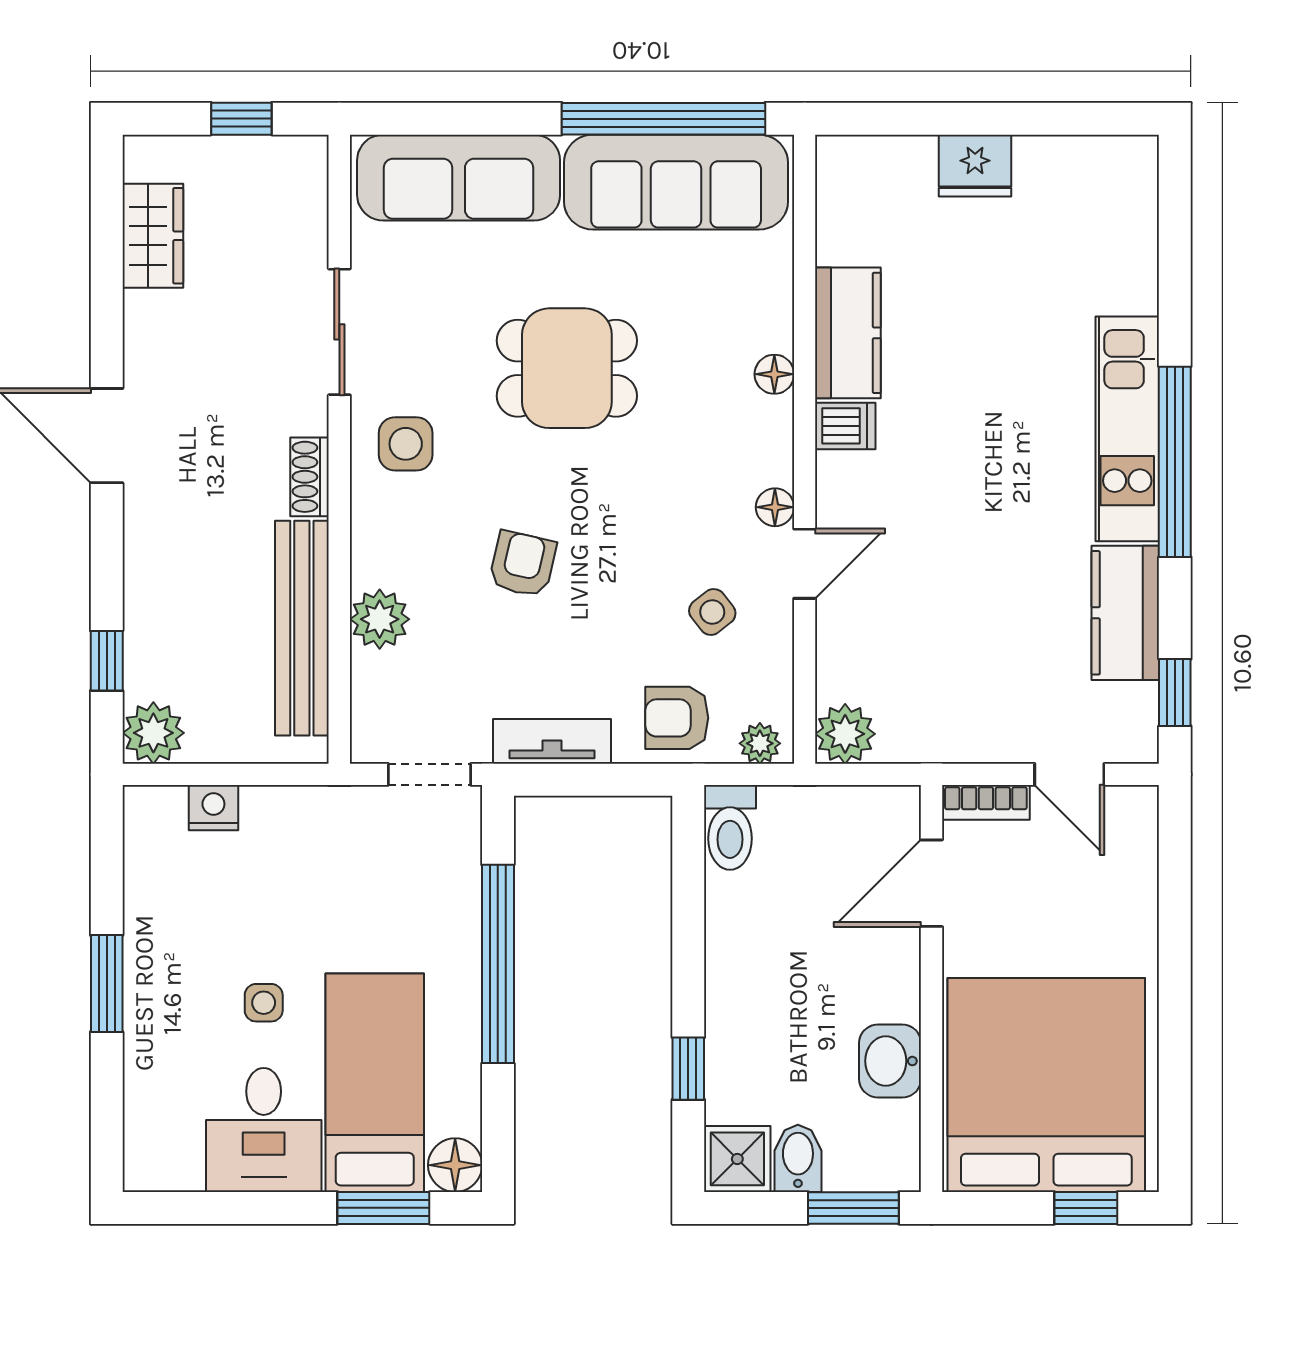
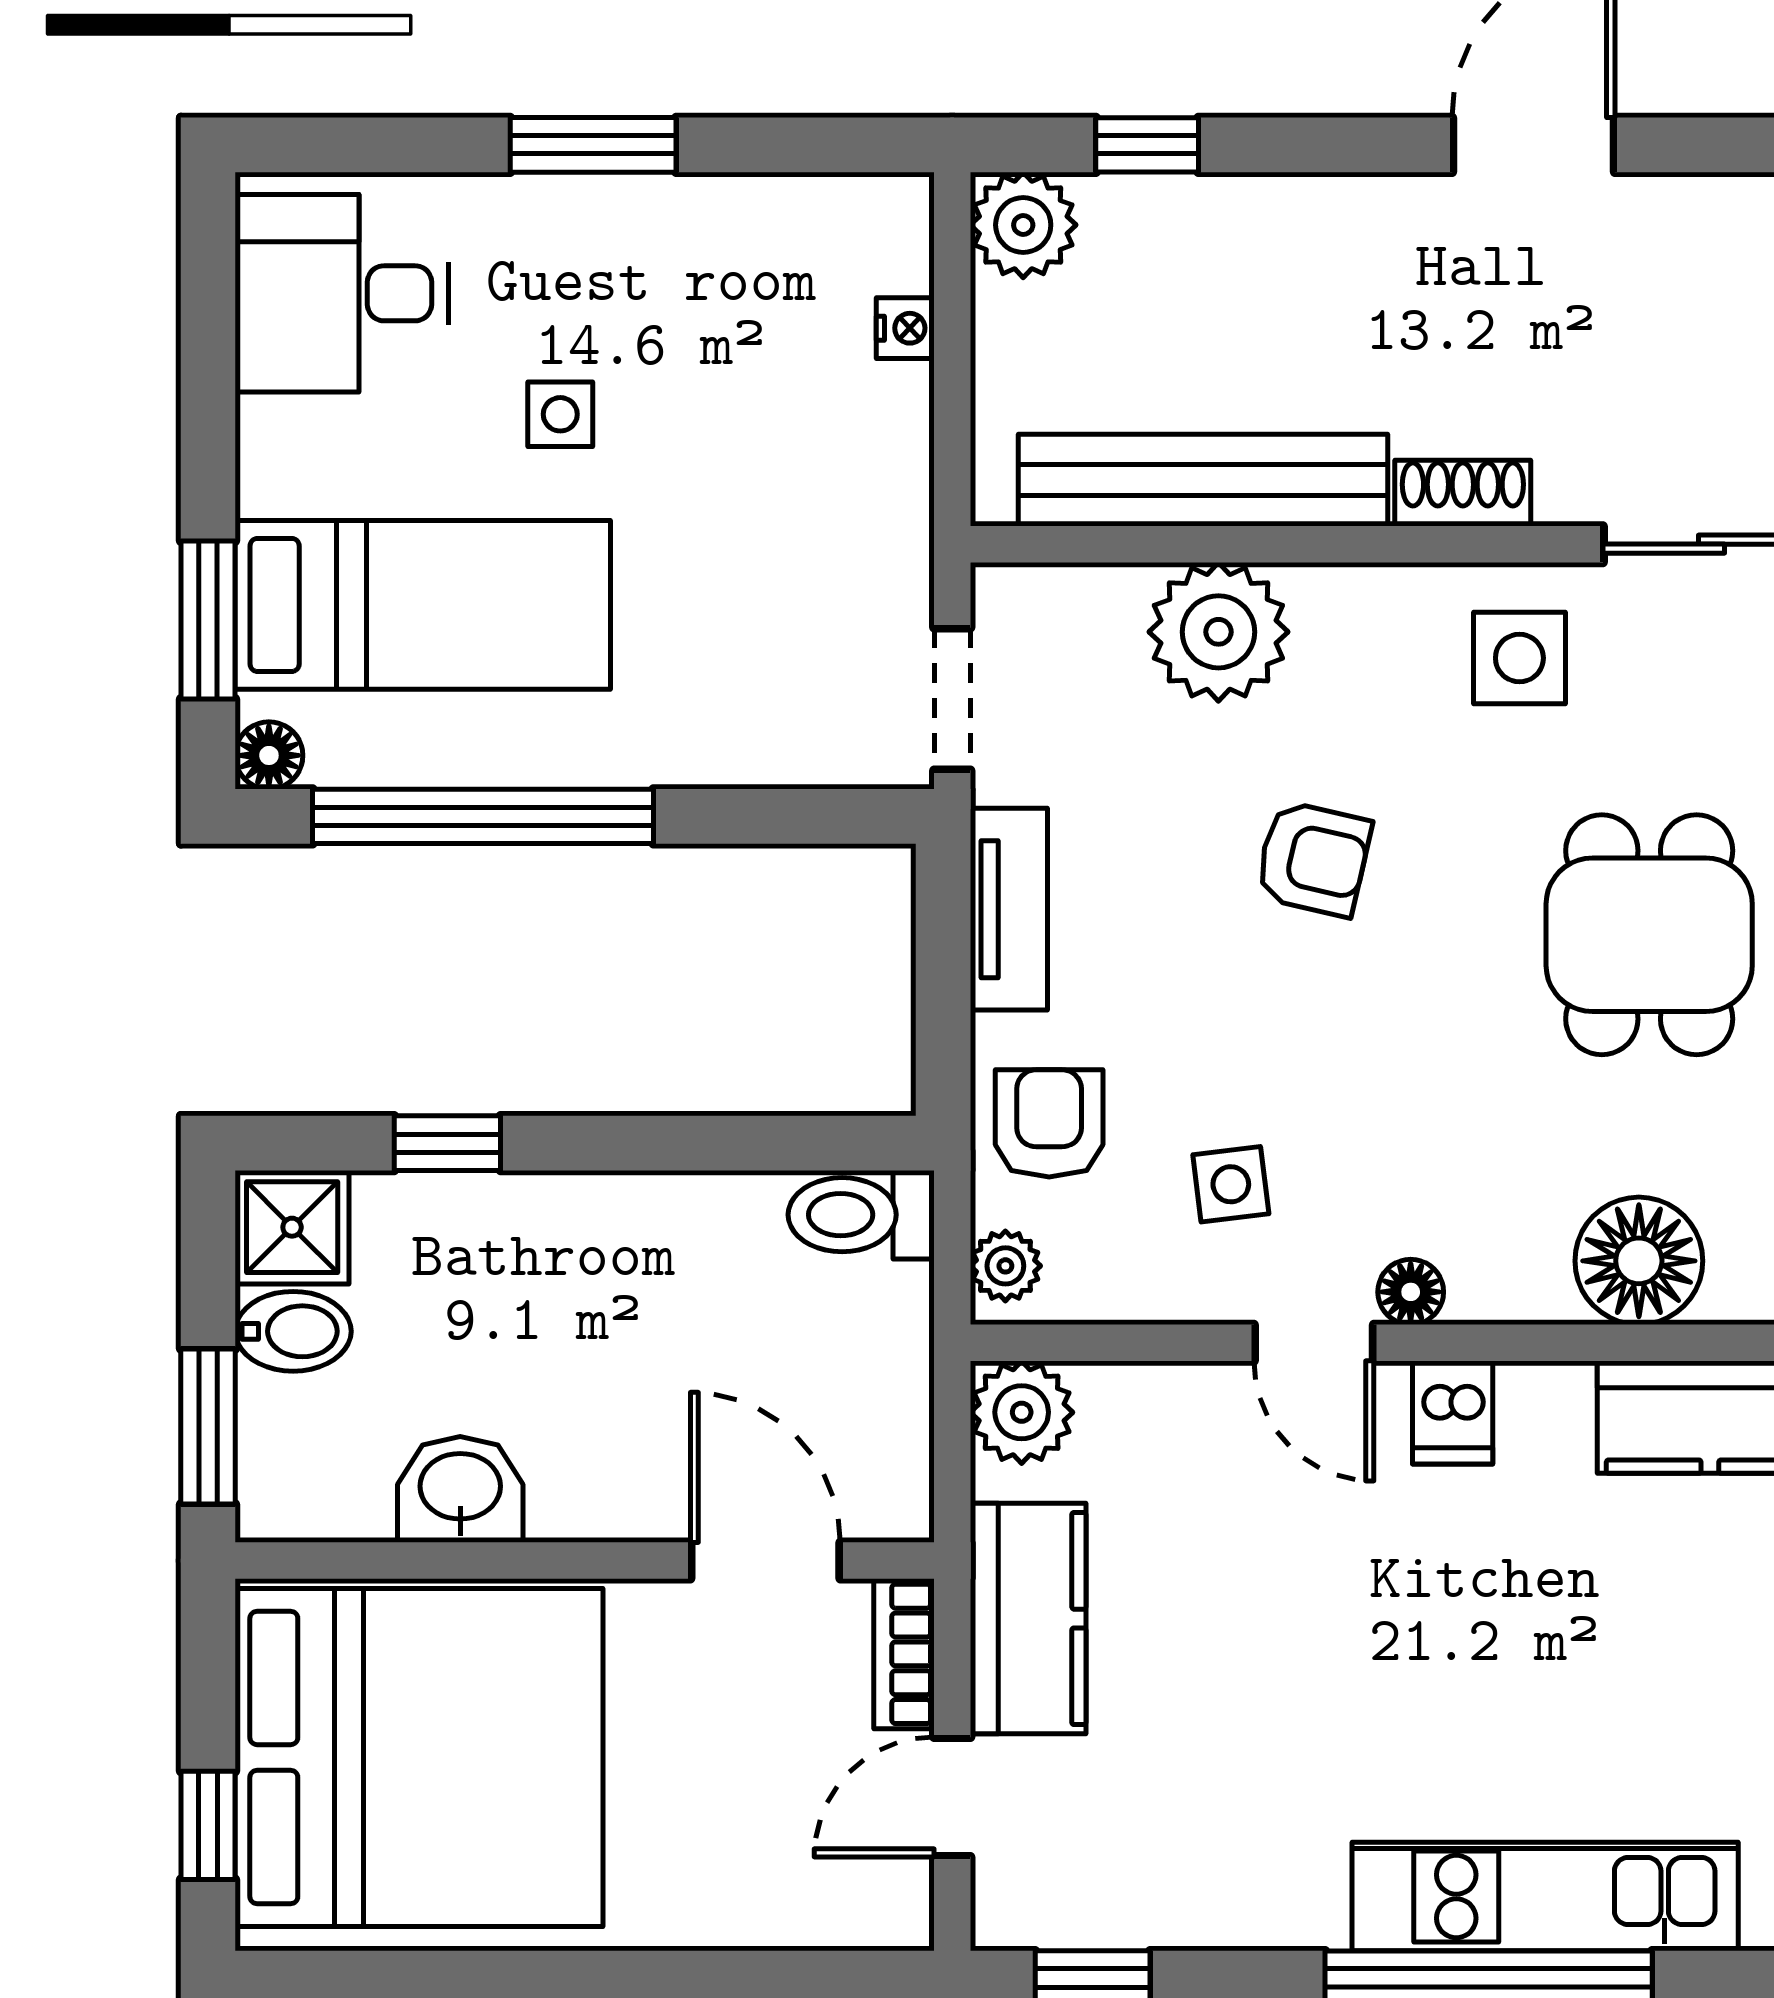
floor lamp: (774, 374) -> (1639, 1261), width x1.89, depth x1.89
dishwasher: (845, 426) -> (1453, 1413), moved
side table: (712, 612) -> (1231, 1184), turned 31
kitchen counter: (1125, 613) -> (1028, 1619), moved, turned 90
plant: (380, 619) -> (1218, 632), width x1.36, depth x1.36
nightstand: (213, 808) -> (905, 328), width x0.72, depth x0.74
window: (498, 964) -> (483, 816), moved
desk: (264, 1130) -> (342, 293), moved
floor lamp: (455, 1165) -> (269, 755), width x0.73, depth x0.73

